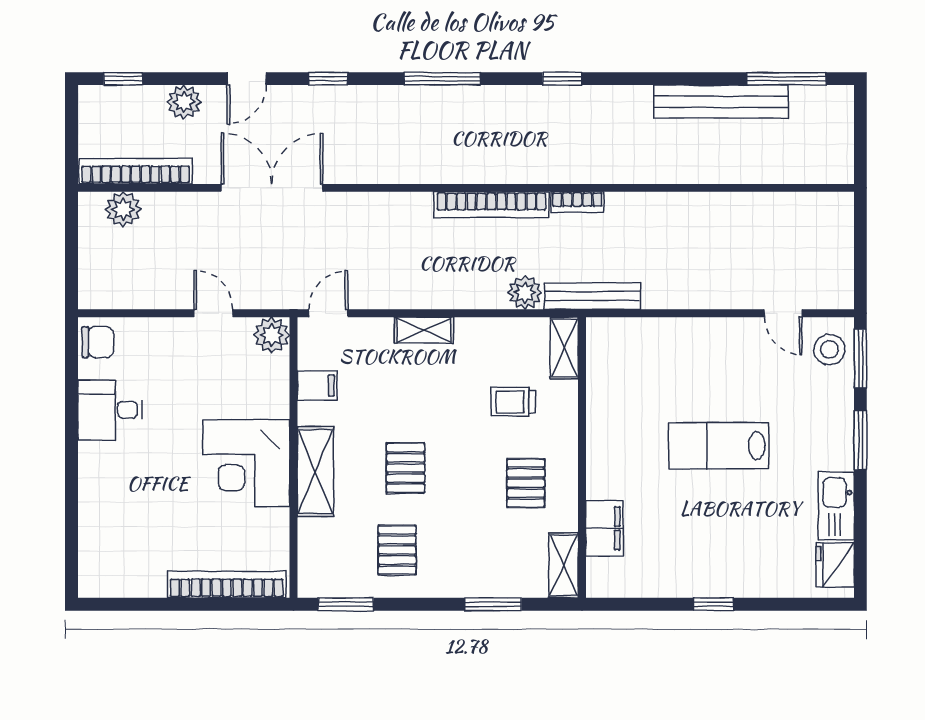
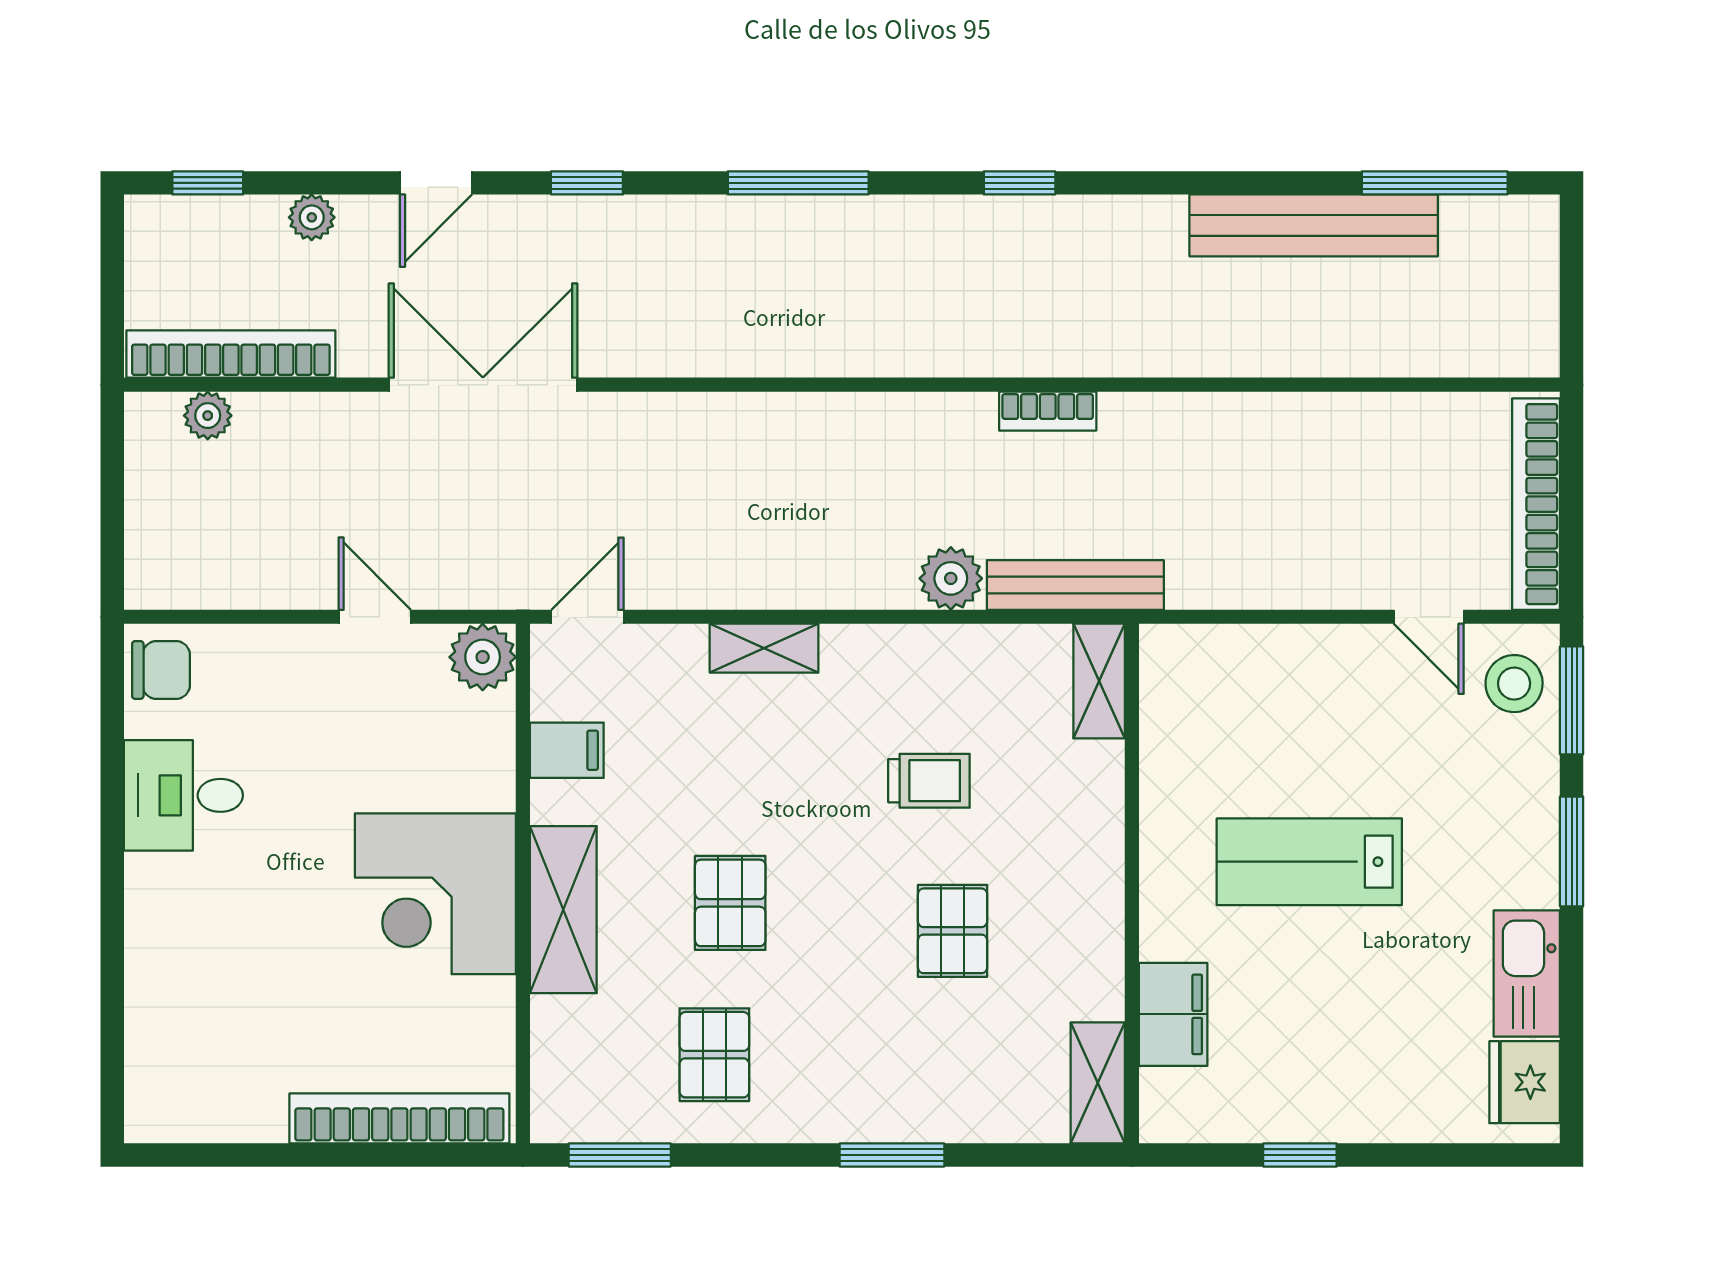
plant: (184, 102) -> (312, 217), width x0.73, depth x0.73
bookcase: (491, 205) -> (1536, 504), moved, turned 90
plant: (123, 209) -> (208, 416), width x0.73, depth x0.73
shelving: (564, 348) -> (1099, 681), moved
trolley: (513, 402) -> (929, 781), turned 180
wall: (582, 457) -> (1132, 884), moved
filing cabinet: (604, 528) -> (1173, 1014), moved
shelving: (564, 565) -> (1098, 1083), moved

